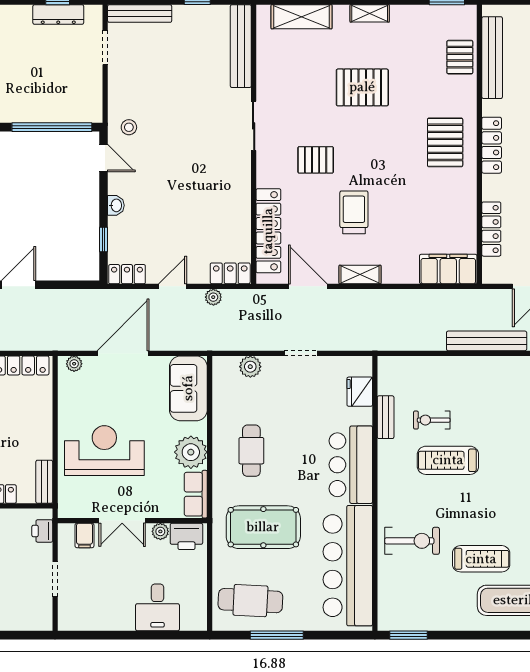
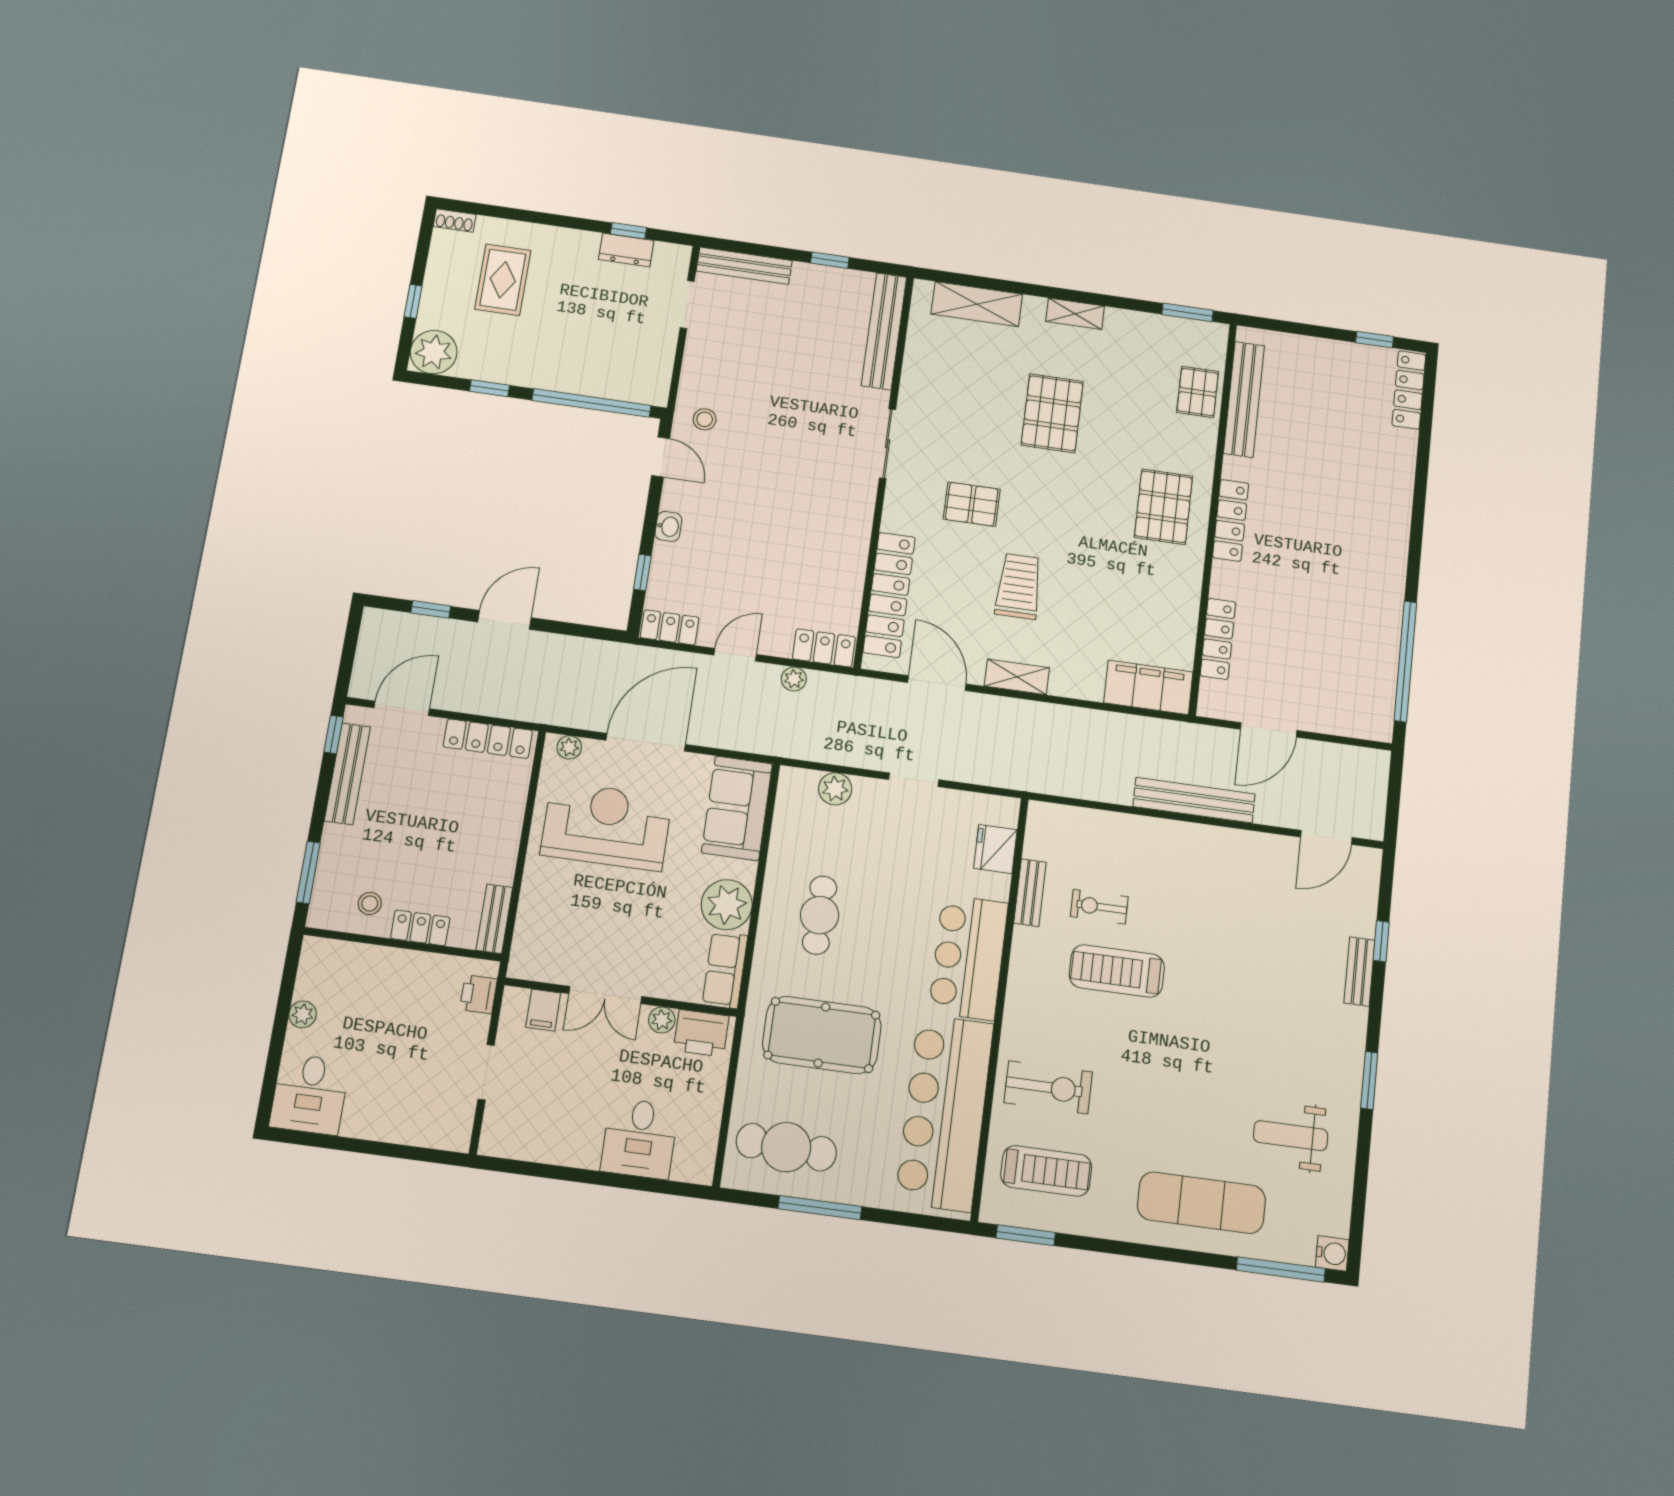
dresser: (58, 15) -> (626, 250), width x0.70
pallet: (362, 87) -> (1052, 413), turned 90
reception desk: (104, 451) -> (606, 826), moved
treadmill: (481, 559) -> (1046, 1171), moved

